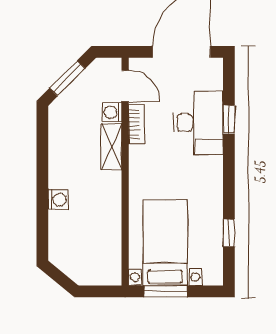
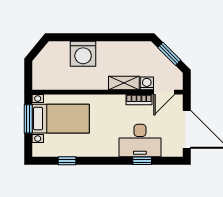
washing machine: (58, 200) -> (83, 54), width x1.89, depth x1.89

